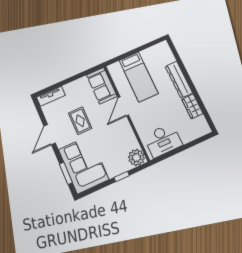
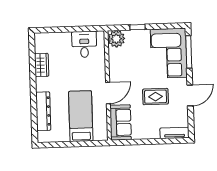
dresser: (179, 80) -> (43, 111), moved
rug: (80, 121) -> (155, 97), turned 90
desk: (163, 140) -> (84, 44), width x0.73
window: (66, 173) -> (189, 52), width x1.44

